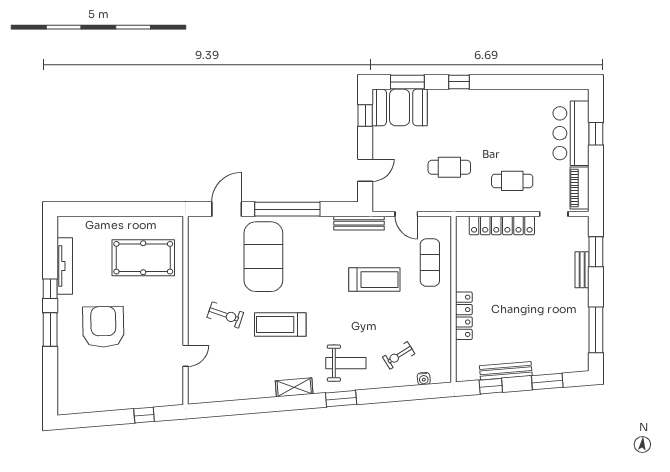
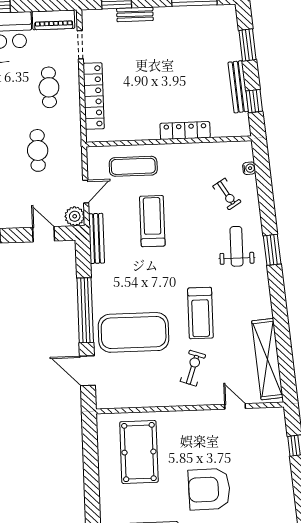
plant: (382, 202) -> (75, 216), added
shelving: (294, 387) -> (267, 359), moved, width x2.20, depth x1.33

